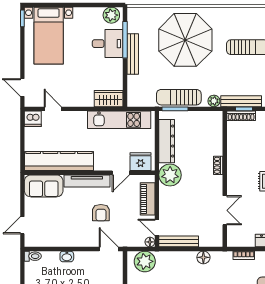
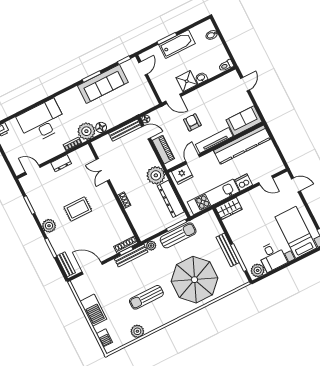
desk: (108, 44) -> (272, 257), moved, turned -90
dishwasher: (33, 119) -> (244, 182), moved
shower: (84, 261) -> (187, 81), added
plant: (145, 261) -> (86, 131), moved

